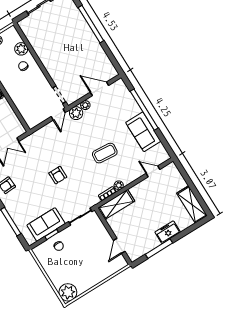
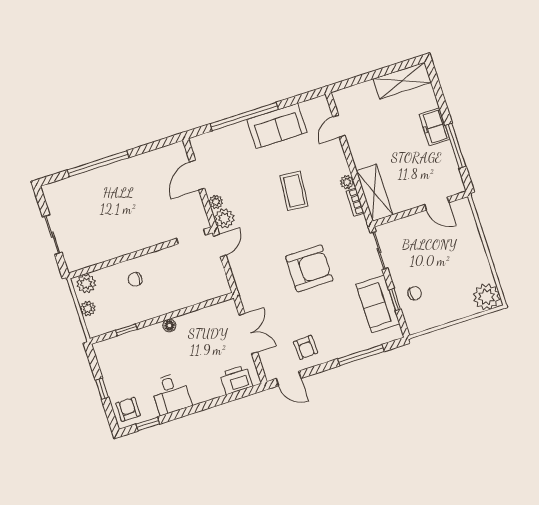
plant: (21, 49) -> (86, 283), moved
door: (58, 115) -> (220, 245), hinge flipped
armchair: (58, 175) -> (309, 268), width x1.88, depth x1.88

